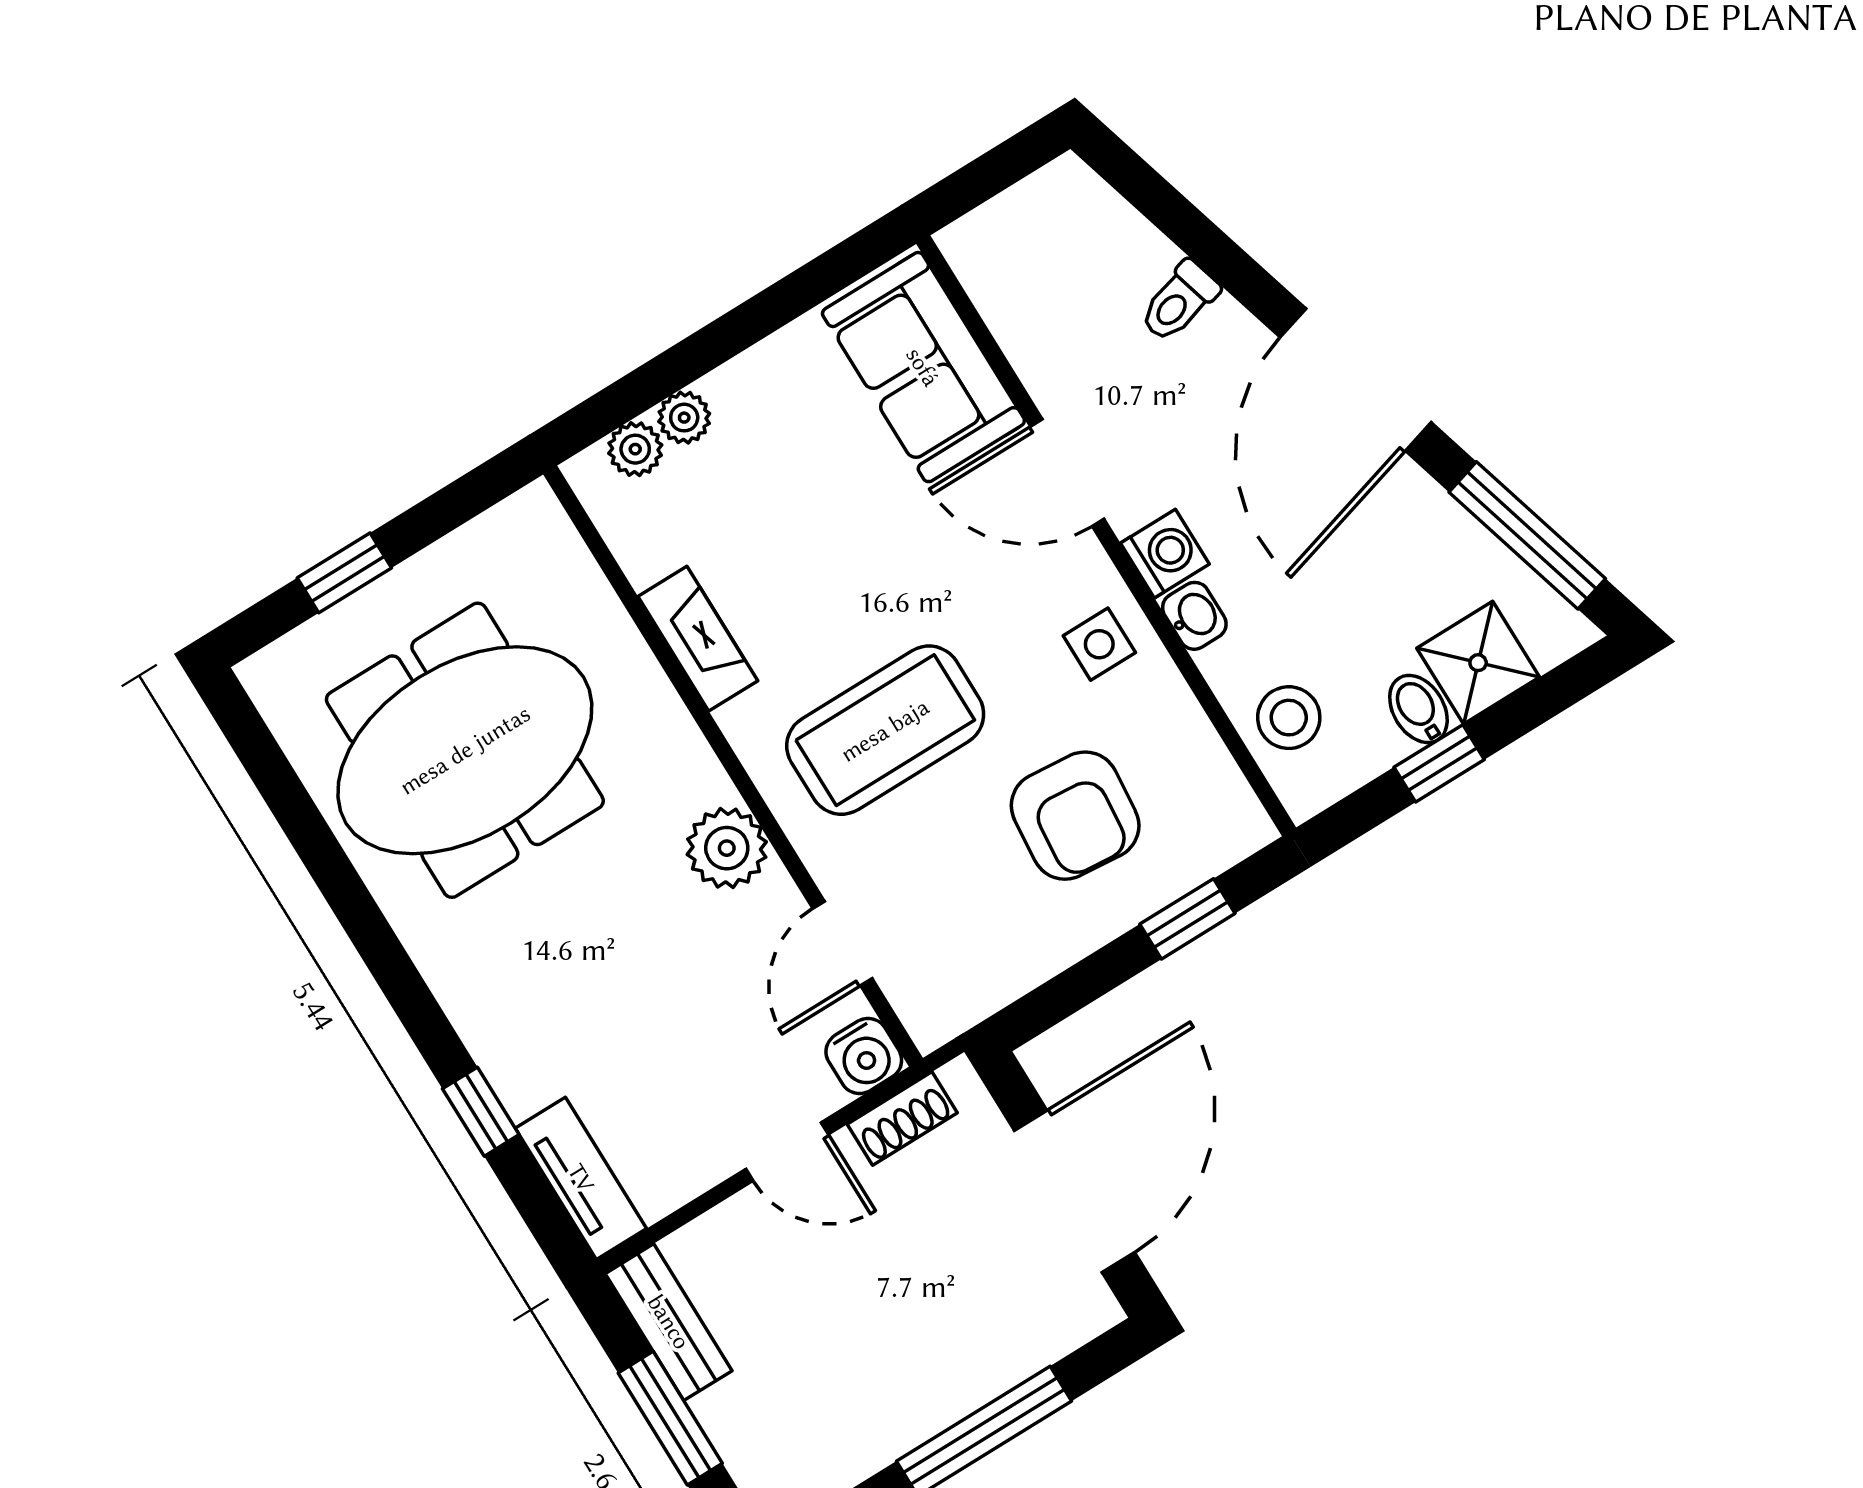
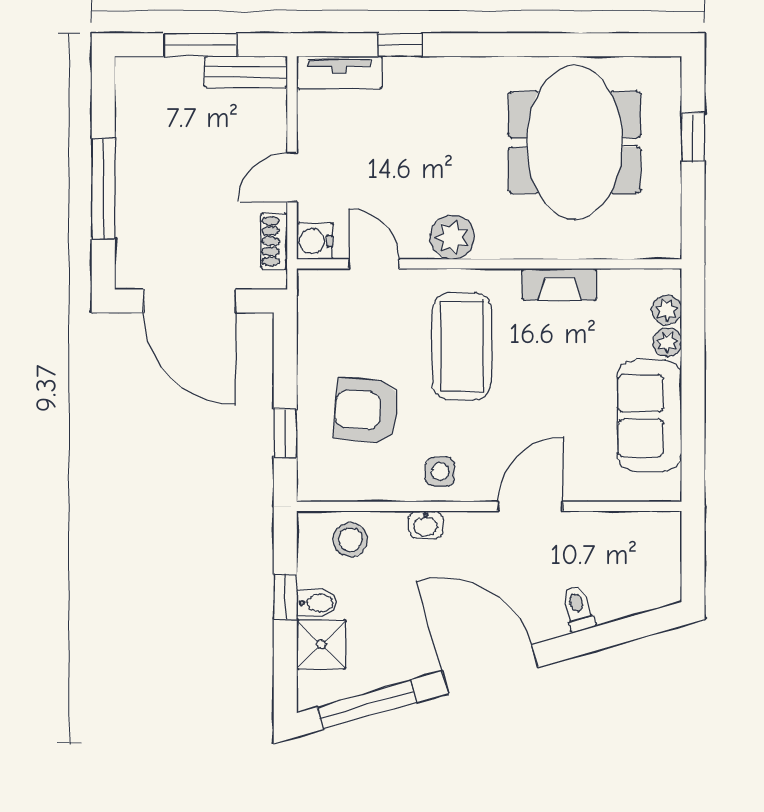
sofa: (923, 367) -> (649, 416), moved, turned -90
washing machine: (1165, 554) -> (464, 529), removed

